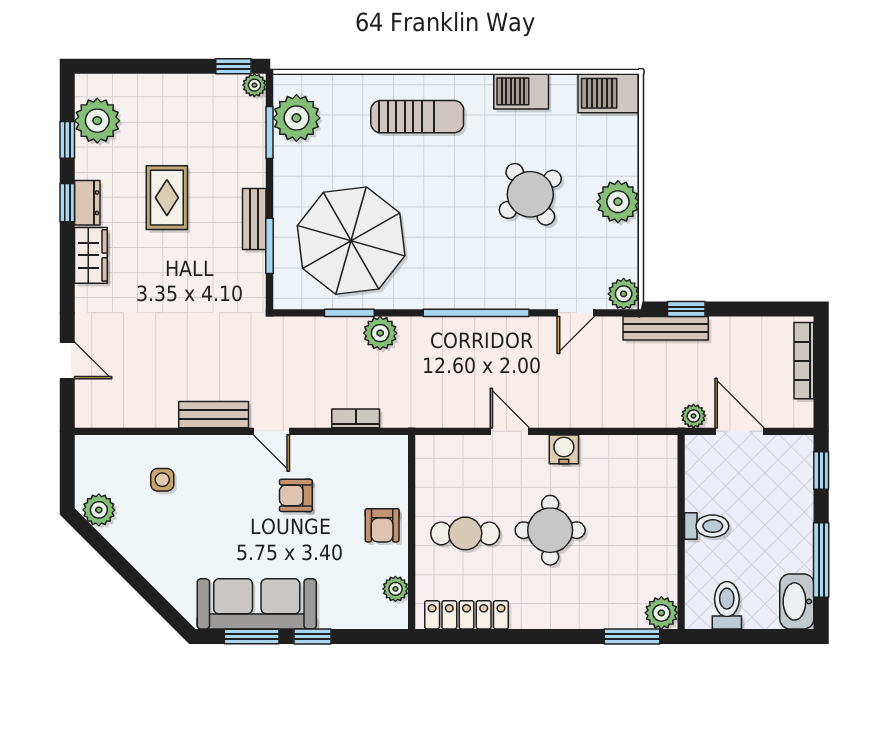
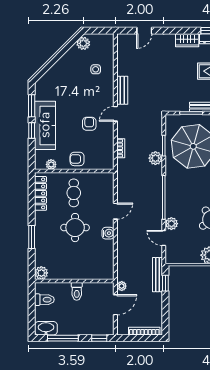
plant: (624, 294) -> (171, 224), moved
sofa: (257, 604) -> (45, 125), moved
window: (632, 636) -> (32, 237), moved

